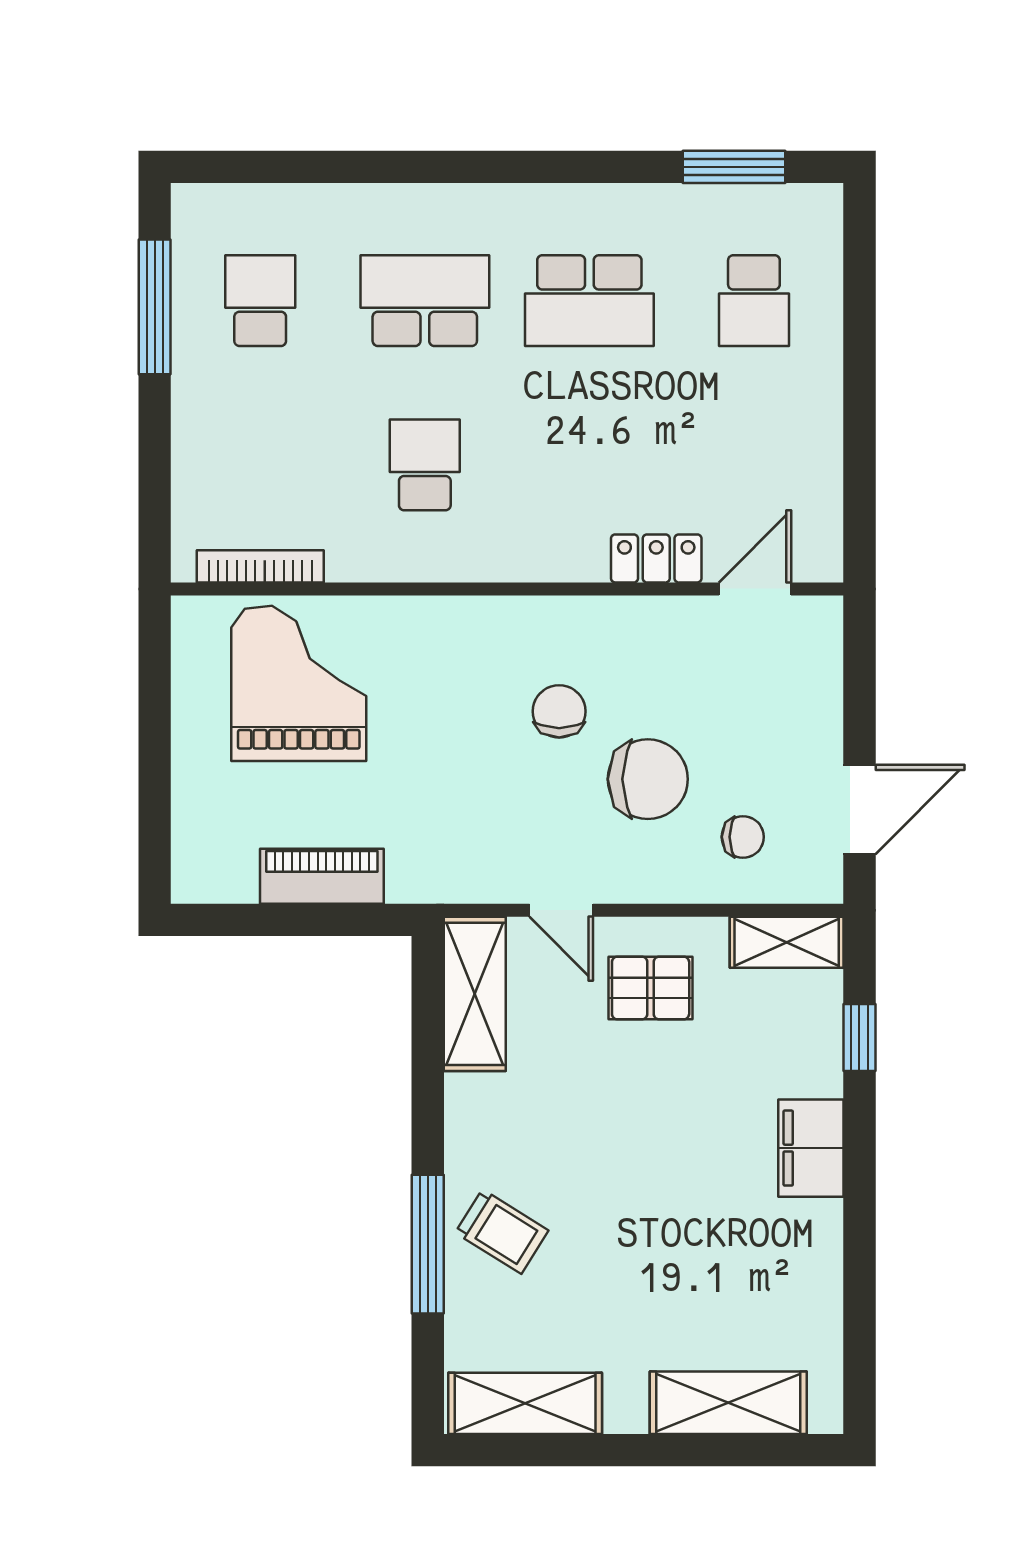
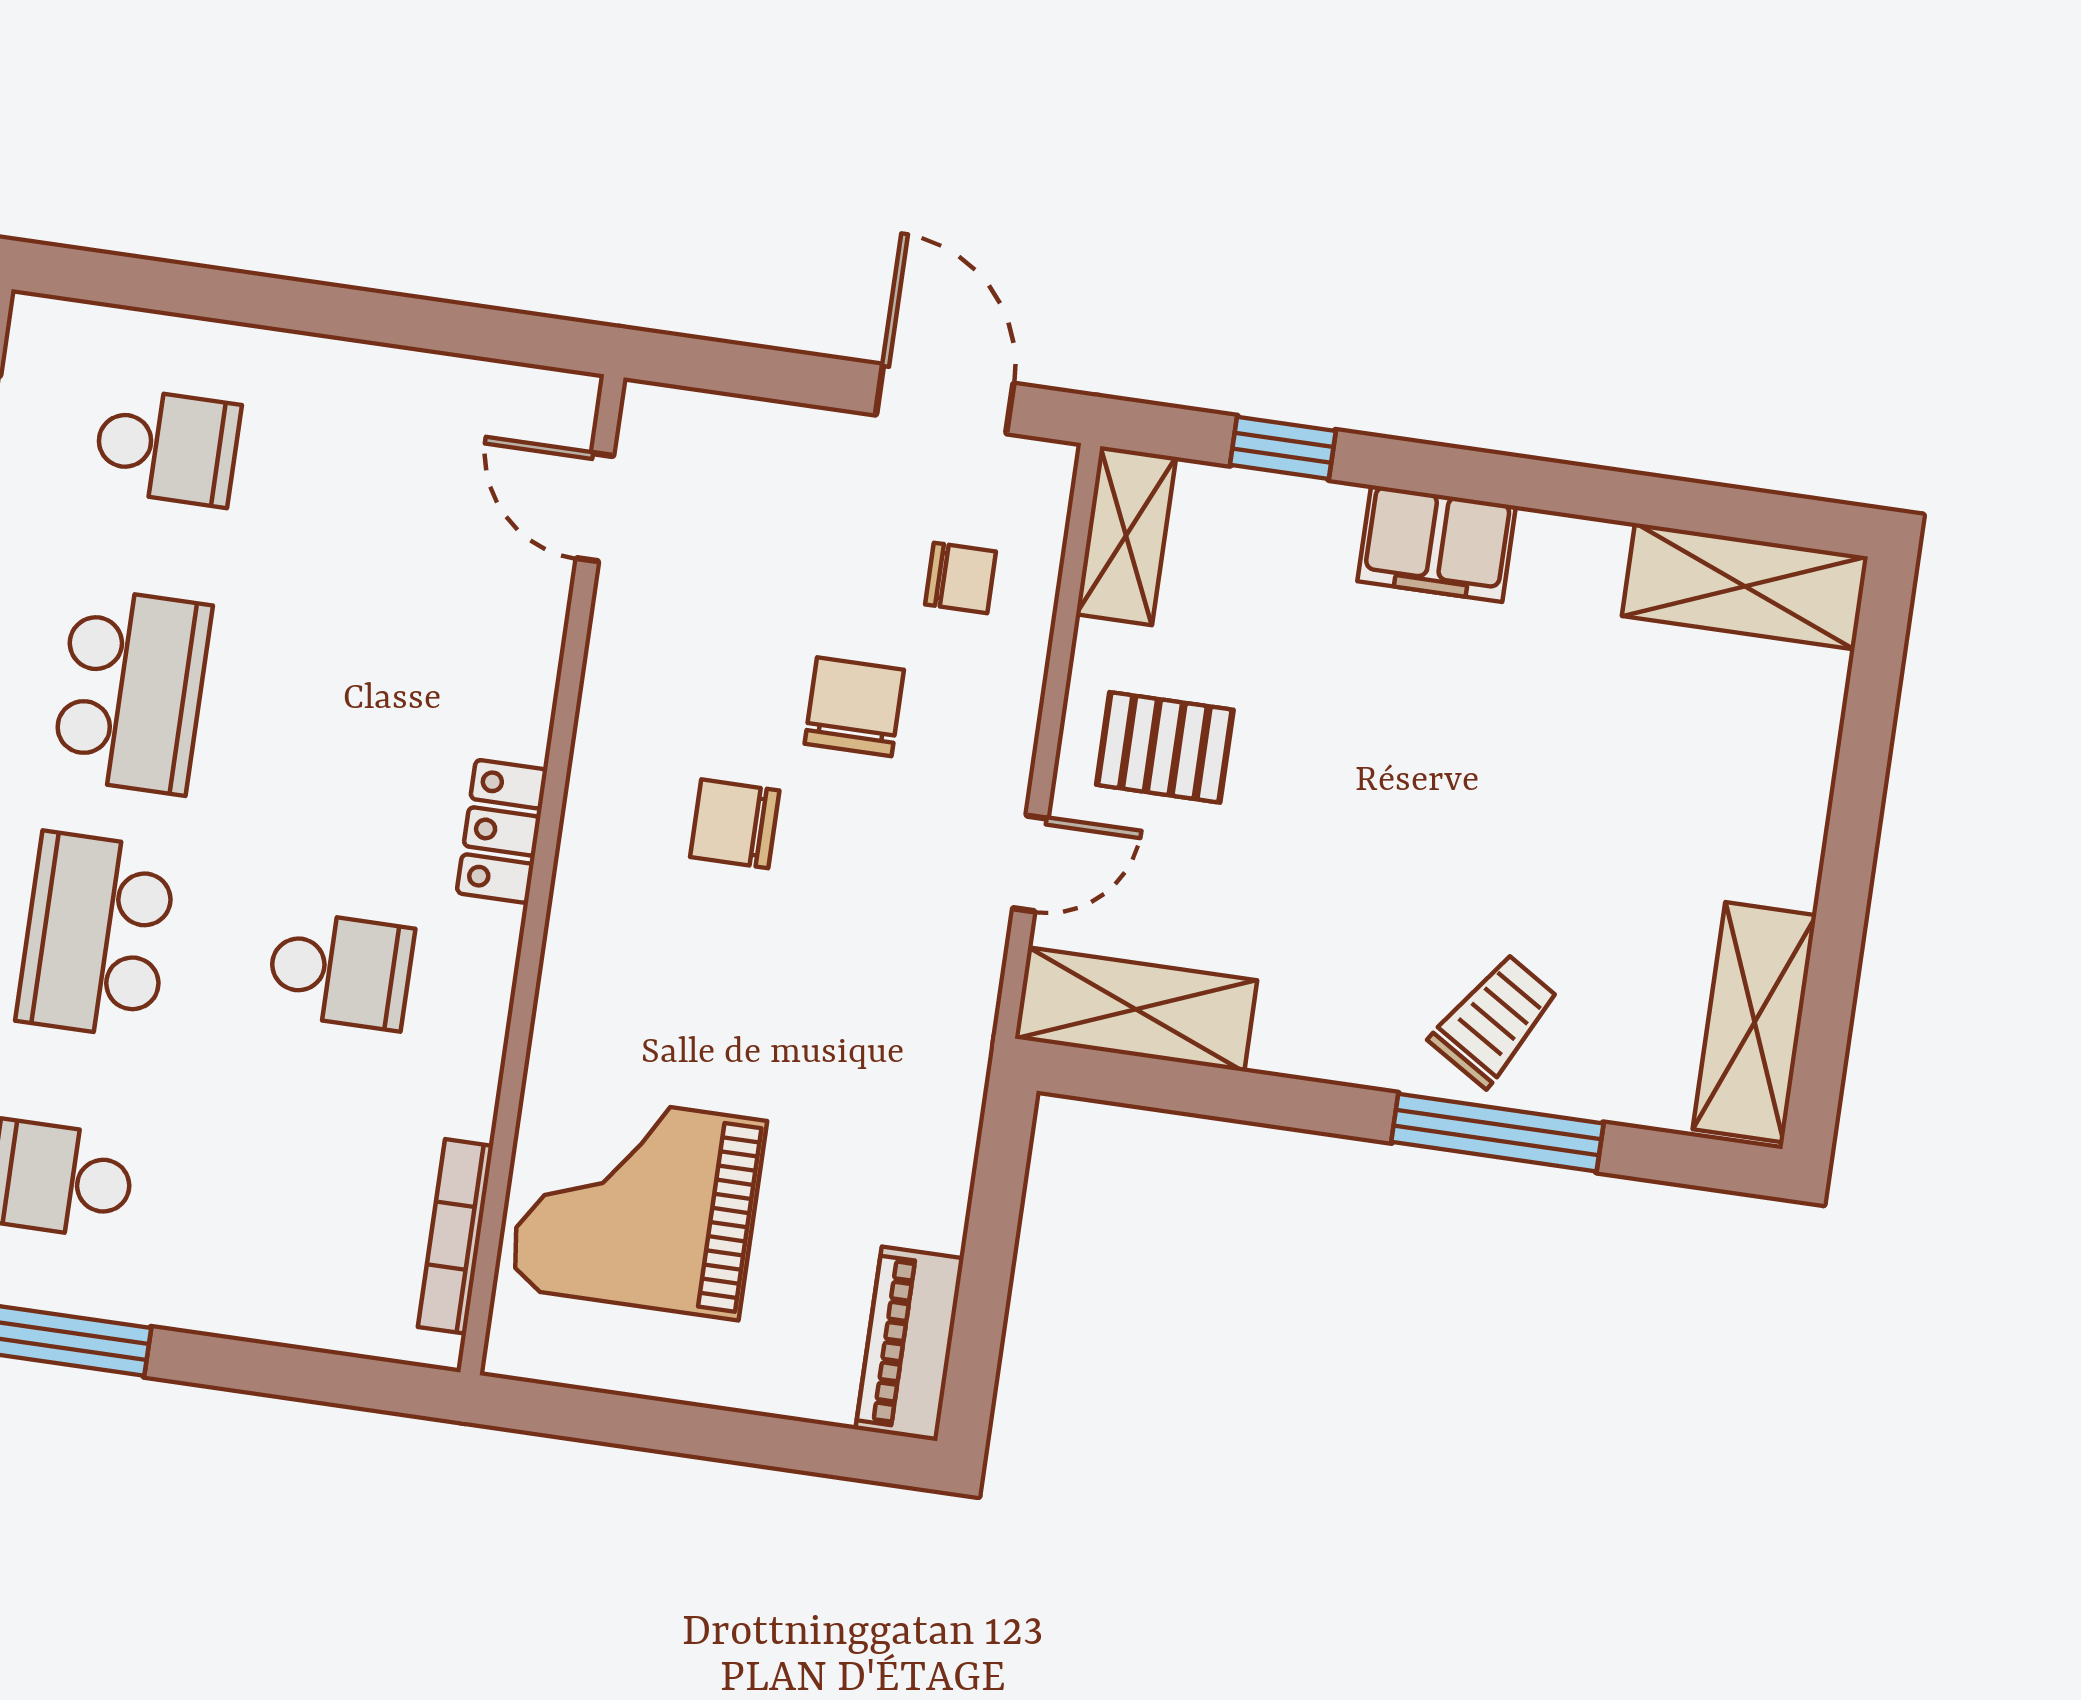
school desk: (425, 465) -> (340, 970), turned 180
locker: (656, 558) -> (502, 831), moved
chair: (648, 779) -> (854, 707), width x0.73, depth x0.73
chair: (743, 837) -> (960, 578), turned 90
piano: (322, 876) -> (910, 1344), moved
pallet: (651, 988) -> (1165, 747), turned 90
shelving: (728, 1403) -> (1745, 586), moved, turned 90

